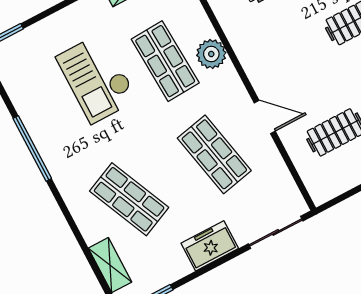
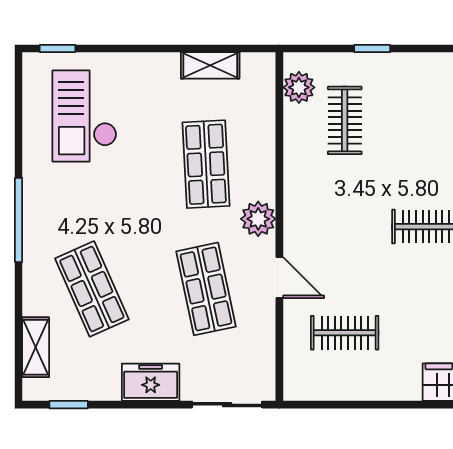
plant: (211, 54) -> (258, 219), moved
checkout: (97, 78) -> (84, 116), moved
window: (32, 148) -> (18, 220), moved

